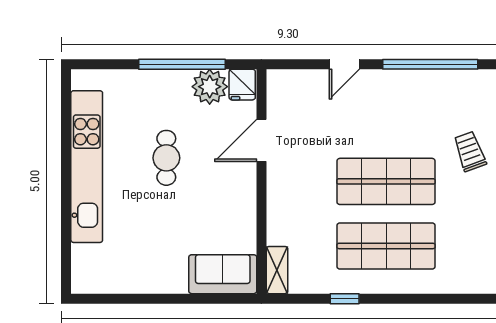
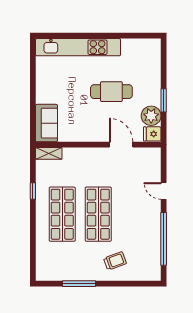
window: (182, 64) -> (164, 100), width x0.47
cafe table: (166, 158) -> (111, 92), width x1.37, depth x1.35
kitchen unit: (87, 167) -> (78, 47), moved

